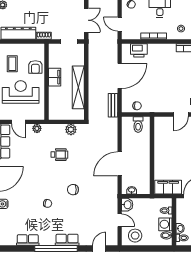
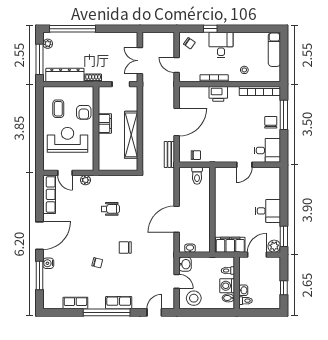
double door: (86, 20) -> (140, 61), swing flipped
printer: (139, 50) -> (218, 94), moved
plant: (71, 129) -> (123, 181), removed

